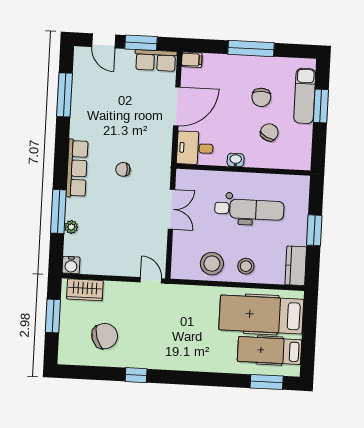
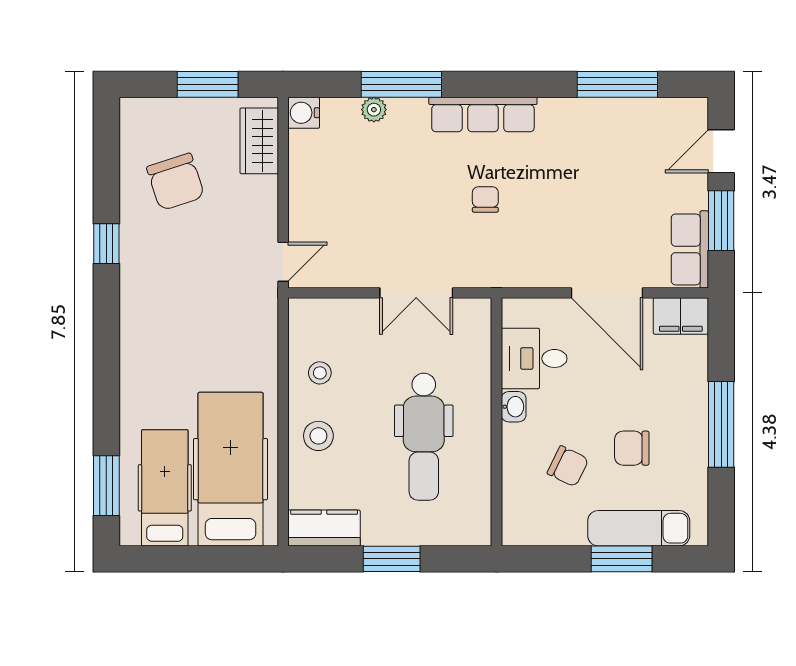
filing cabinet: (192, 60) -> (681, 316), width x2.00
desk: (195, 148) -> (534, 358), moved, turned -90
stool: (212, 264) -> (320, 373), width x0.53, depth x0.53

